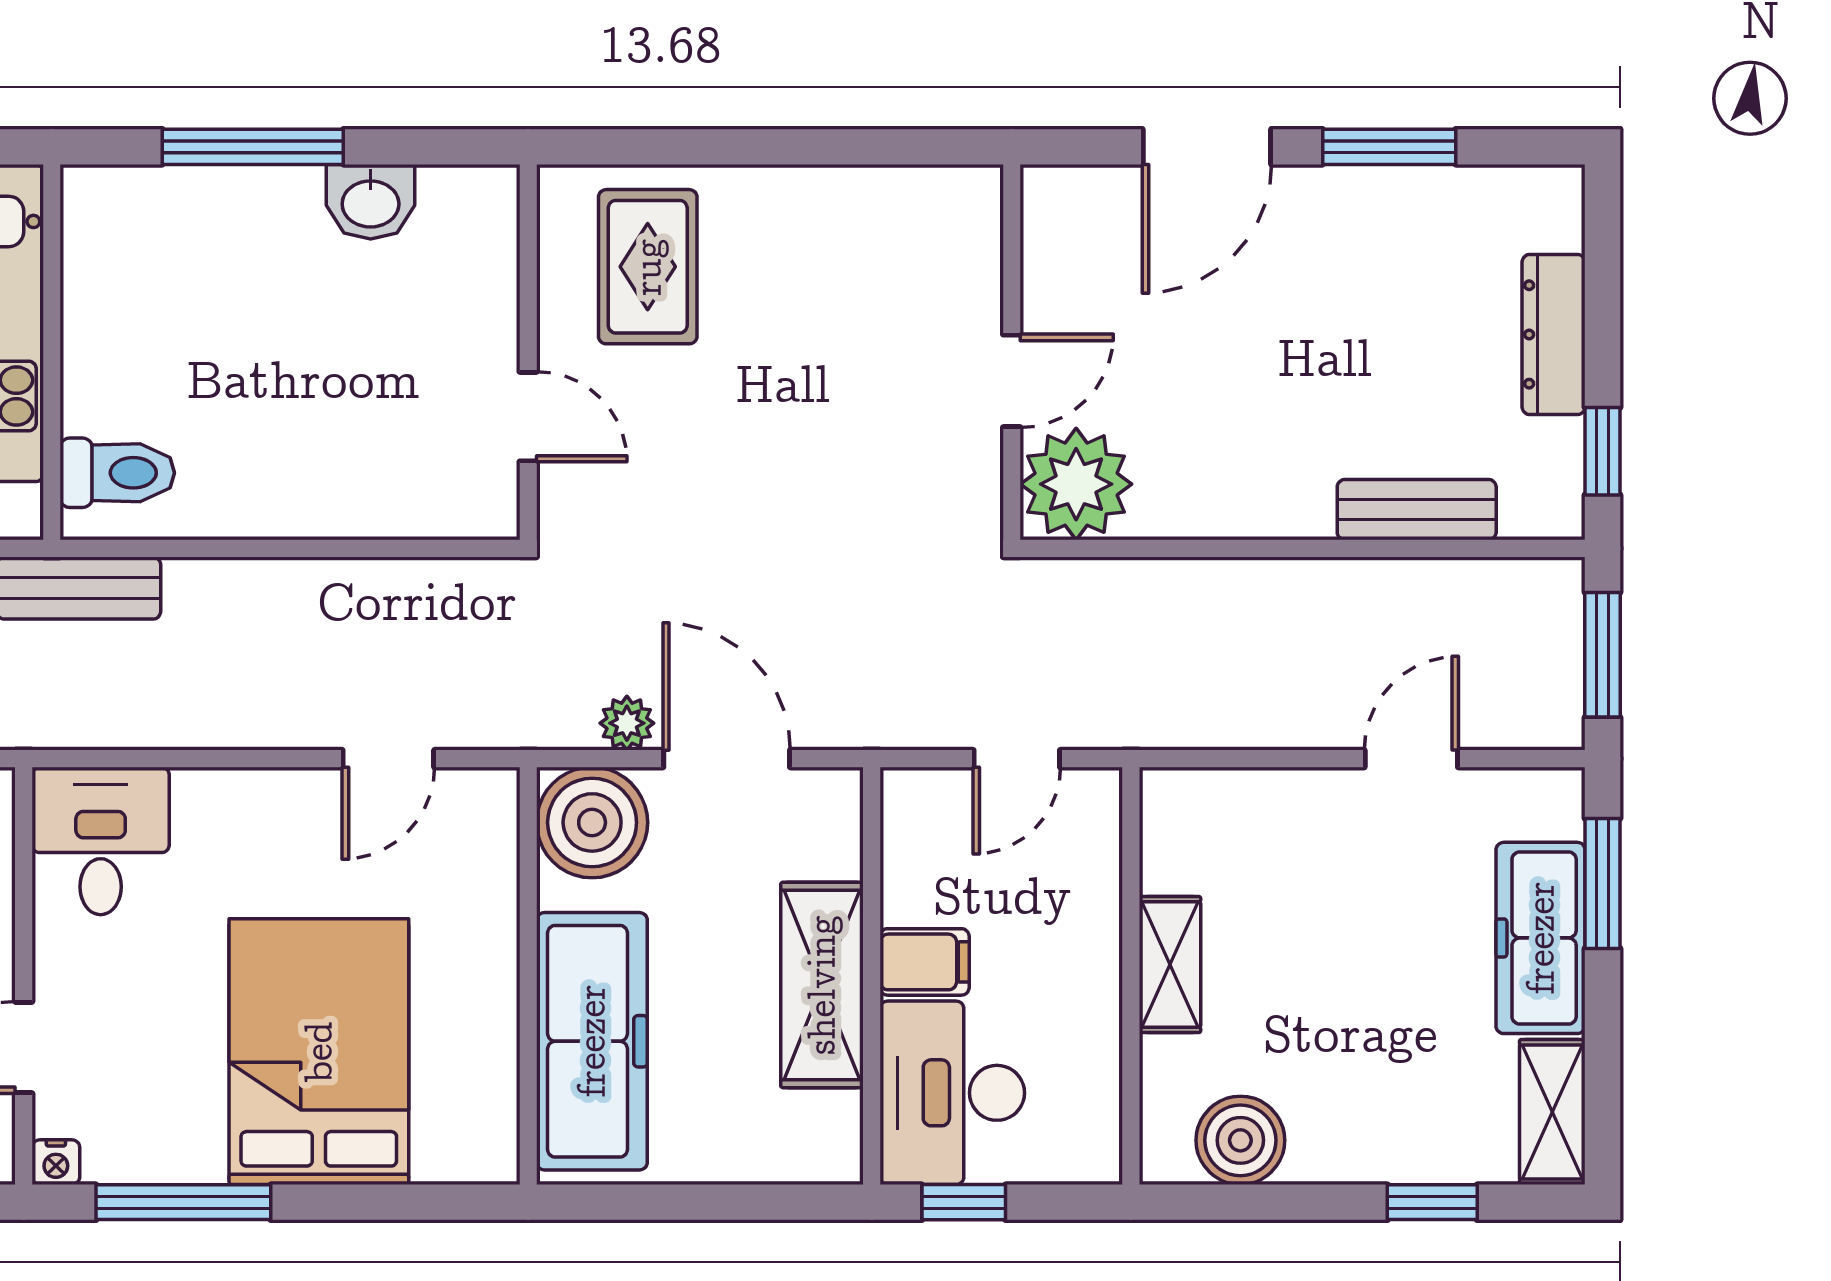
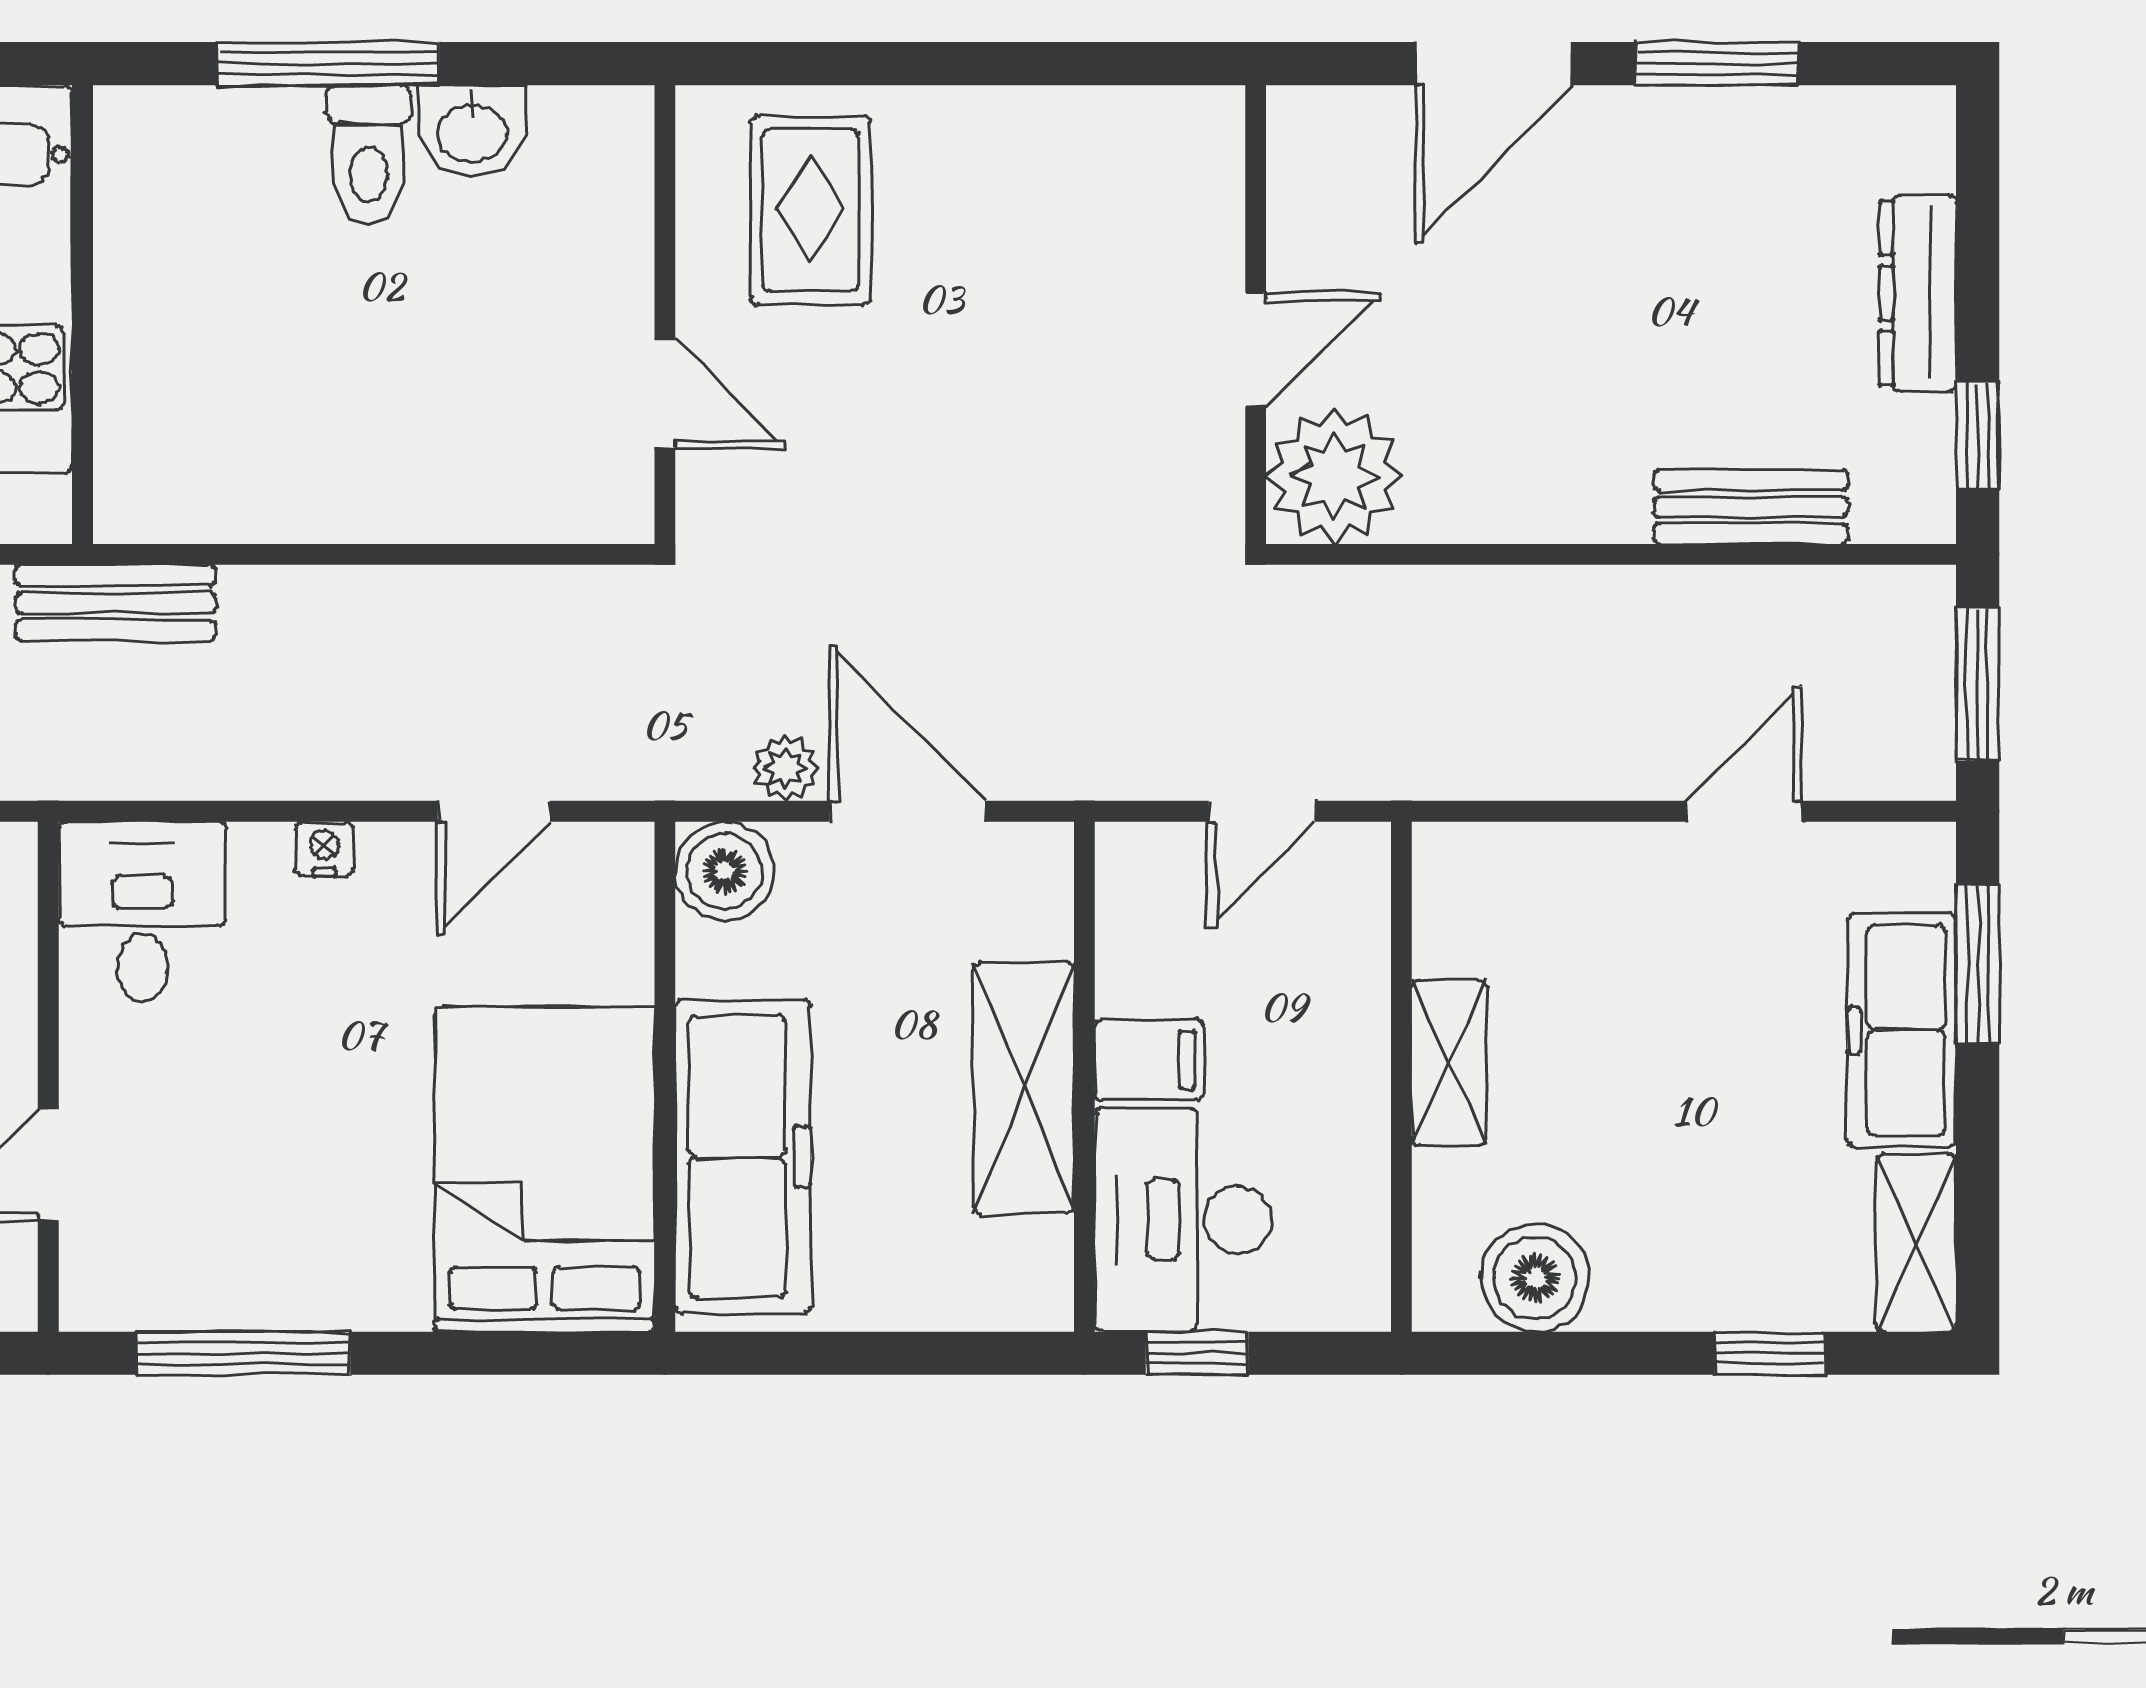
toilet: (117, 473) -> (369, 155), moved, turned 90
boiler: (592, 822) -> (725, 871), width x0.73, depth x0.73
bed: (319, 1052) -> (545, 1169), moved
nightstand: (56, 1162) -> (324, 849), moved, turned 180

